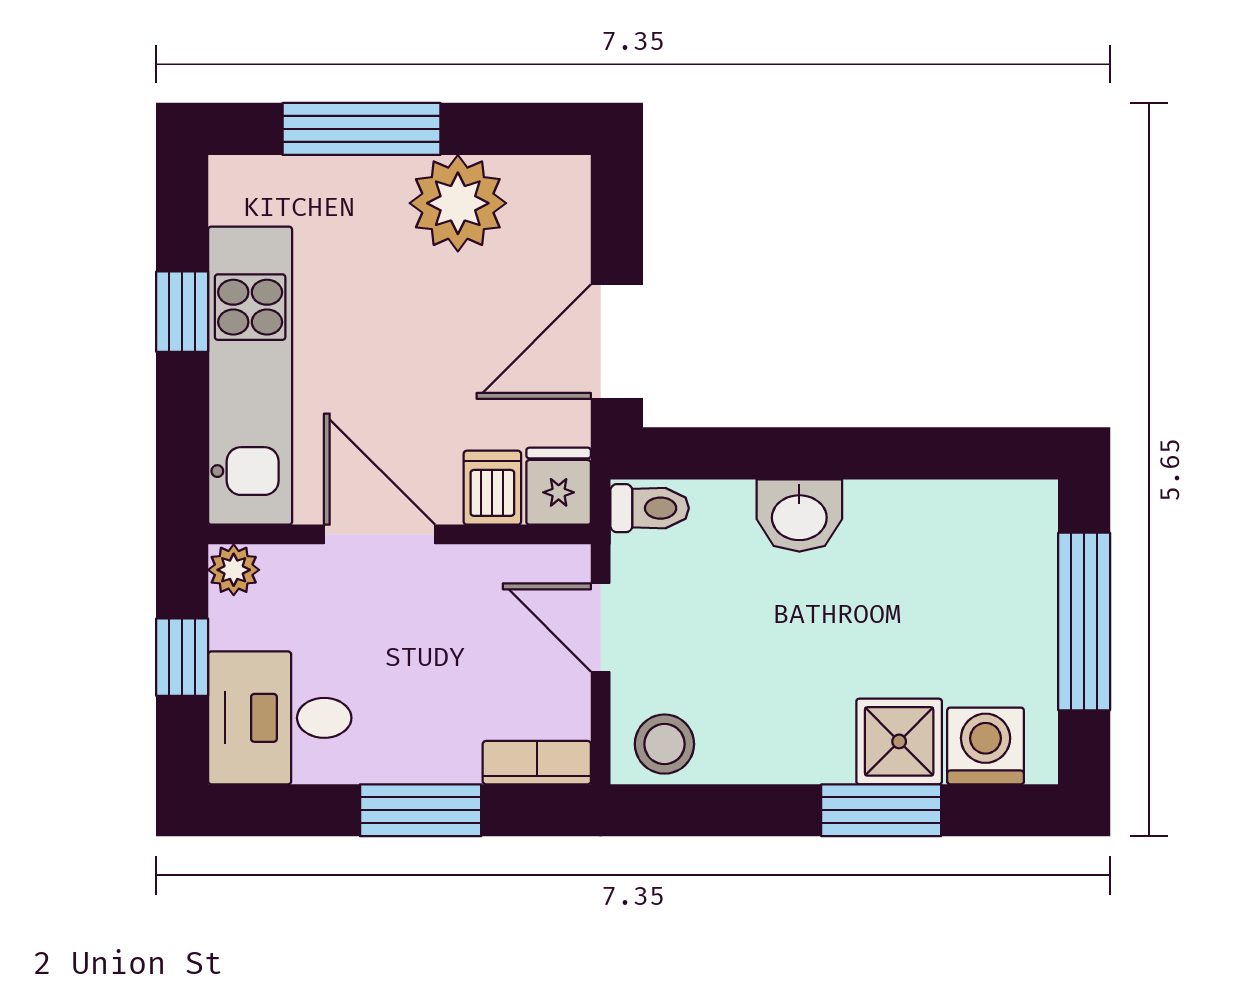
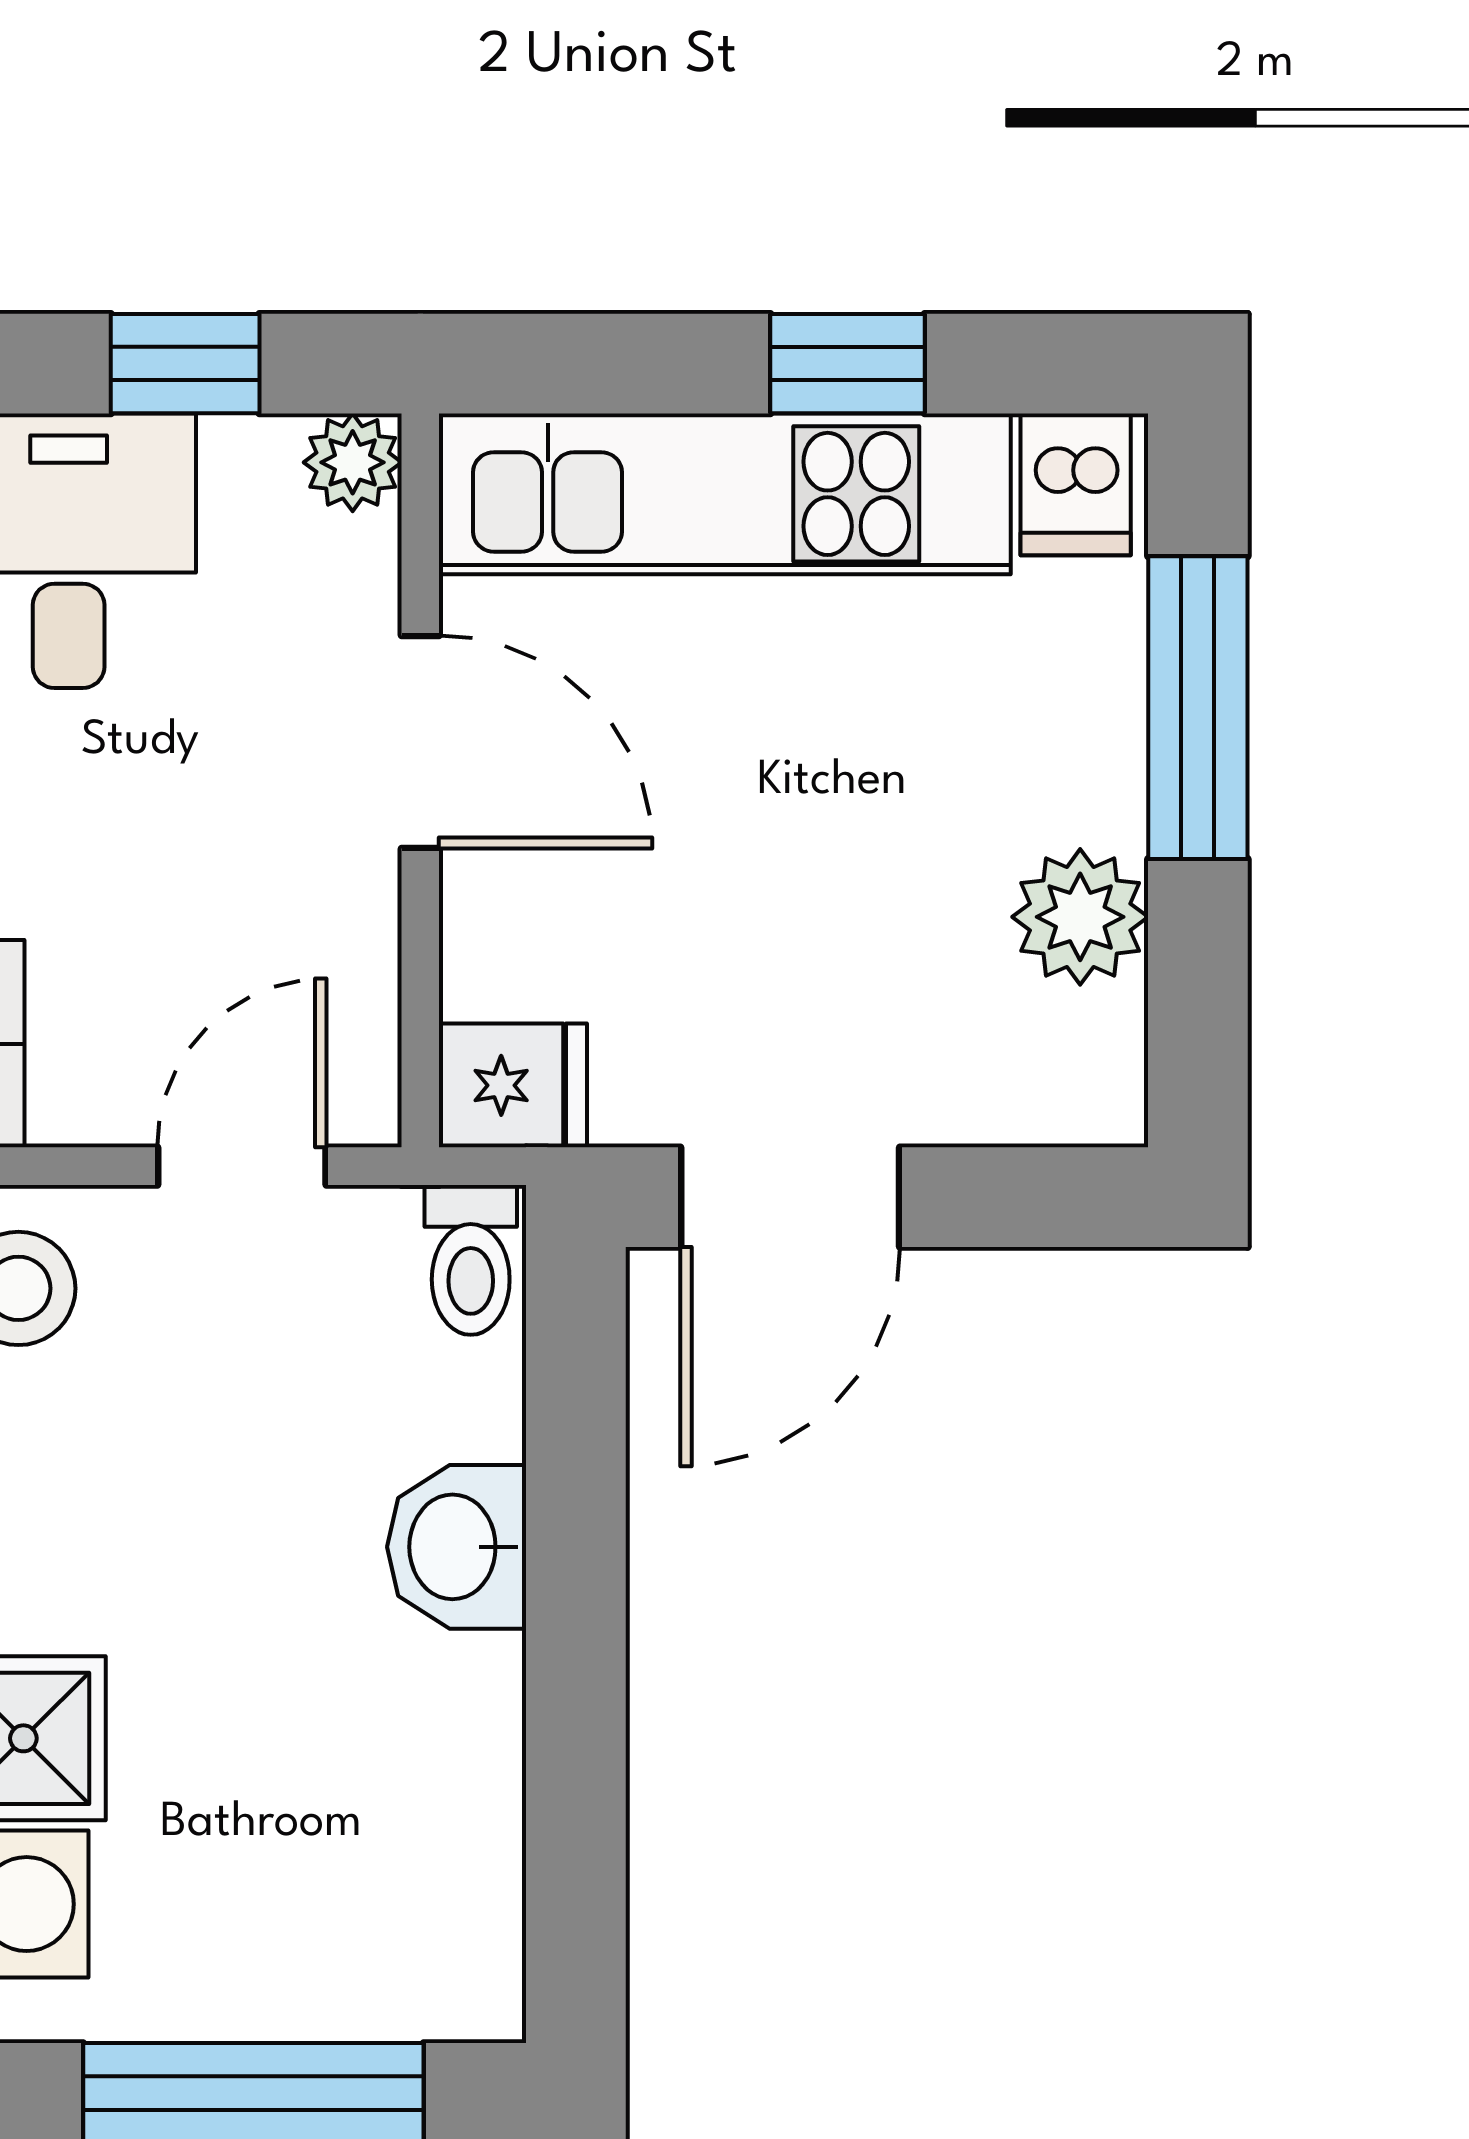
plant: (458, 203) -> (1080, 917), width x0.73, depth x0.73
door: (617, 342) -> (790, 1197), swing flipped
dishwasher: (492, 488) -> (1076, 484), moved, turned 90
door: (380, 534) -> (420, 742), hinge flipped

